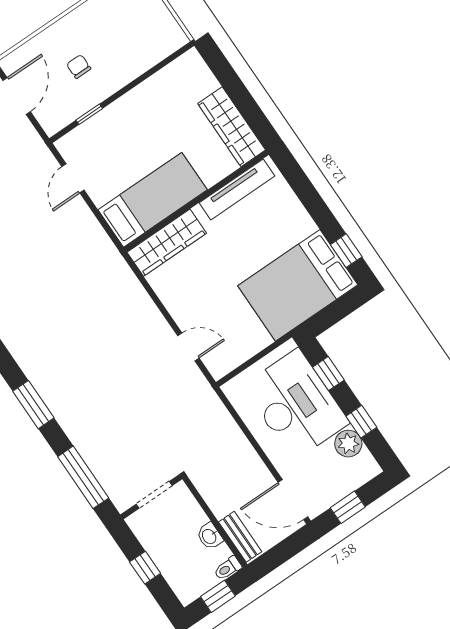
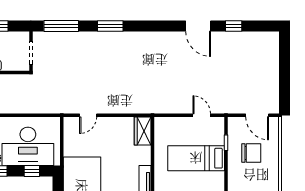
chair: (79, 67) -> (251, 153), width x1.87, depth x1.87
bed: (153, 200) -> (196, 158), moved, turned 90
wardrobe: (167, 243) -> (143, 131), width x0.67

